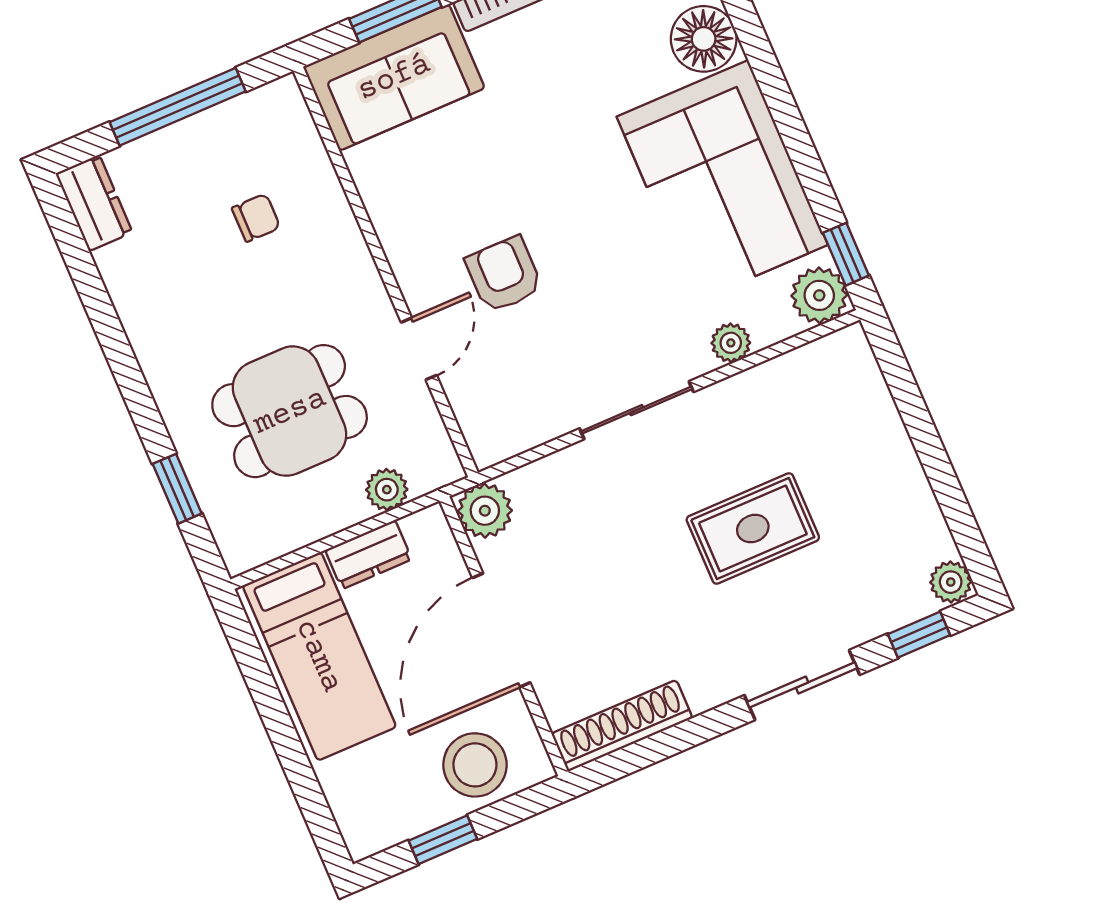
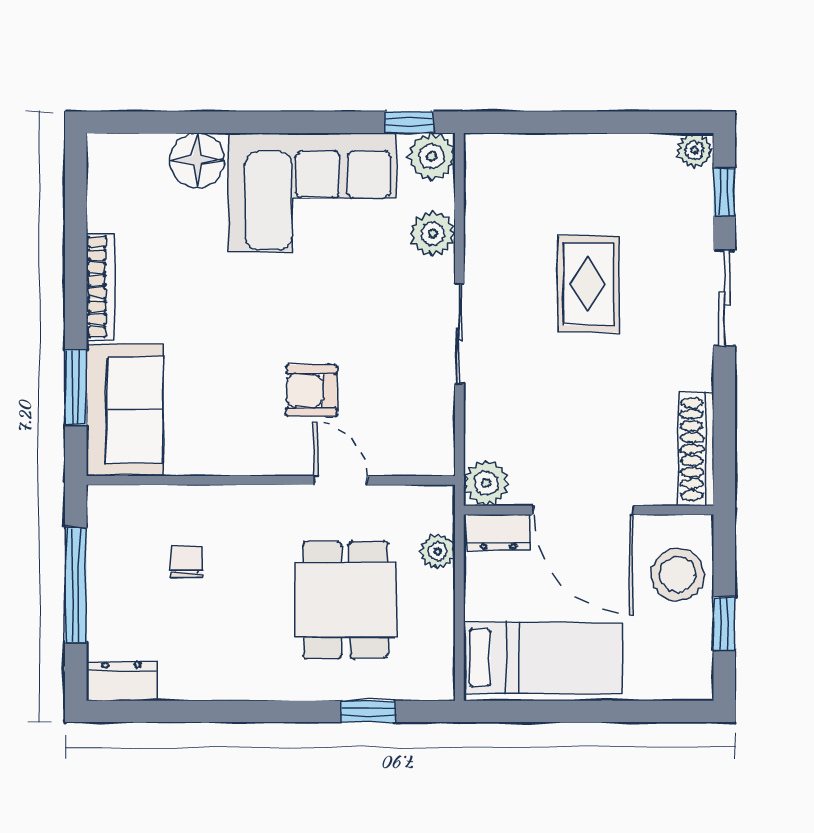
plant: (731, 343) -> (433, 234), width x1.38, depth x1.38
dresser: (369, 555) -> (498, 532), moved, turned 90

